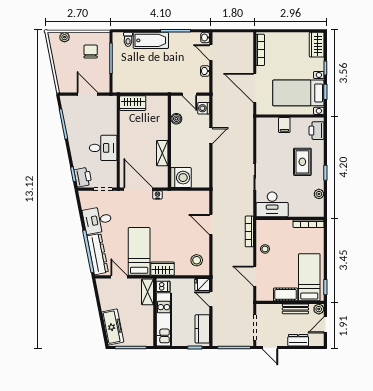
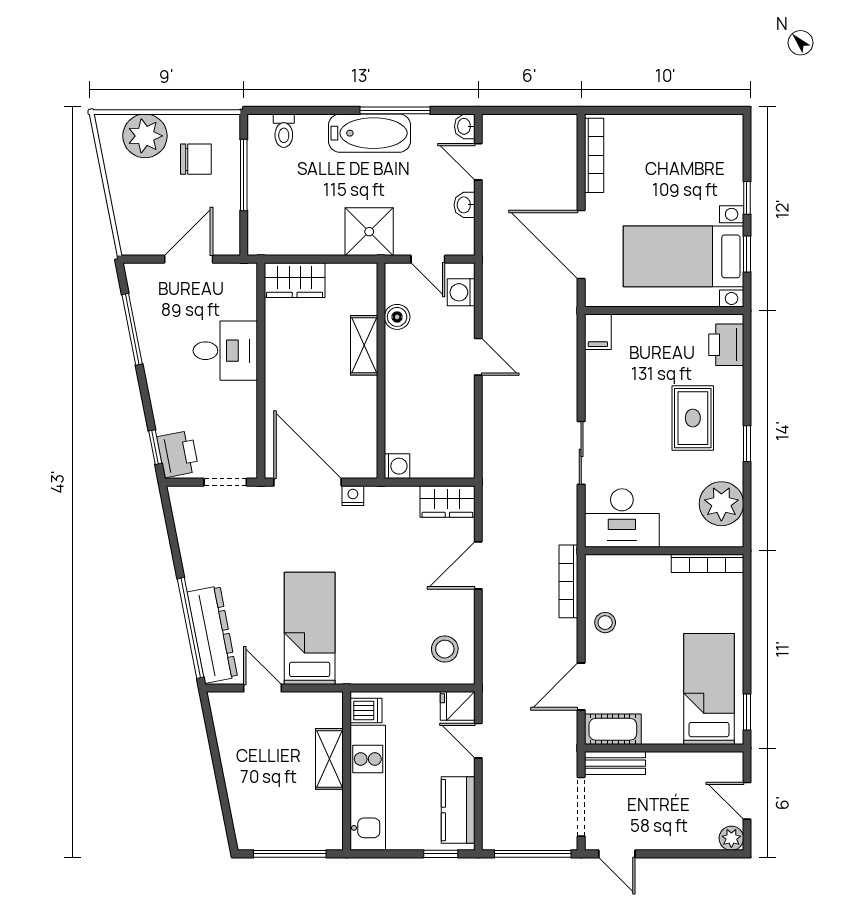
plant: (65, 37) -> (145, 136), width x1.88, depth x1.88
bathtub: (151, 40) -> (370, 133), moved
wardrobe: (317, 45) -> (727, 143), removed
chair: (91, 51) -> (196, 159), turned 90
shower: (164, 82) -> (369, 232), added
door: (87, 94) -> (189, 259), hinge flipped
filing cabinet: (284, 125) -> (598, 332), moved
door: (211, 136) -> (478, 357), hinge flipped
desk: (103, 148) -> (225, 351), moved
shelving: (162, 153) -> (364, 345), moved
washing machine: (181, 178) -> (397, 466), width x0.53, depth x0.53
plant: (319, 194) -> (721, 504), width x1.88, depth x1.88
desk: (97, 220) -> (212, 555), removed
door: (211, 225) -> (478, 565), hinge flipped
wardrobe: (162, 269) -> (447, 501), moved, turned 180
door: (255, 276) -> (581, 686), hinge flipped
shelving: (148, 292) -> (329, 759), moved
cot: (286, 294) -> (613, 729), moved
bench: (295, 309) -> (615, 763), moved
plant: (319, 309) -> (731, 838), moved
door: (325, 325) -> (747, 801), hinge flipped
freezer: (113, 327) -> (248, 806), removed
dresser: (298, 340) -> (683, 837), removed

